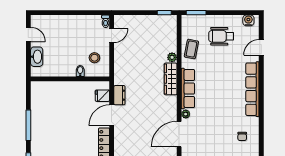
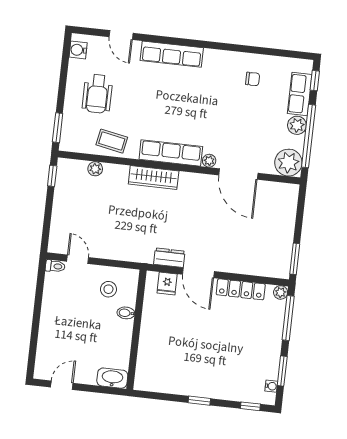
washbasin: (37, 57) -> (112, 378), moved
plant: (172, 57) -> (95, 169), moved
row of seats: (252, 89) -> (172, 54), width x0.73
window: (28, 125) -> (199, 401), width x0.46

